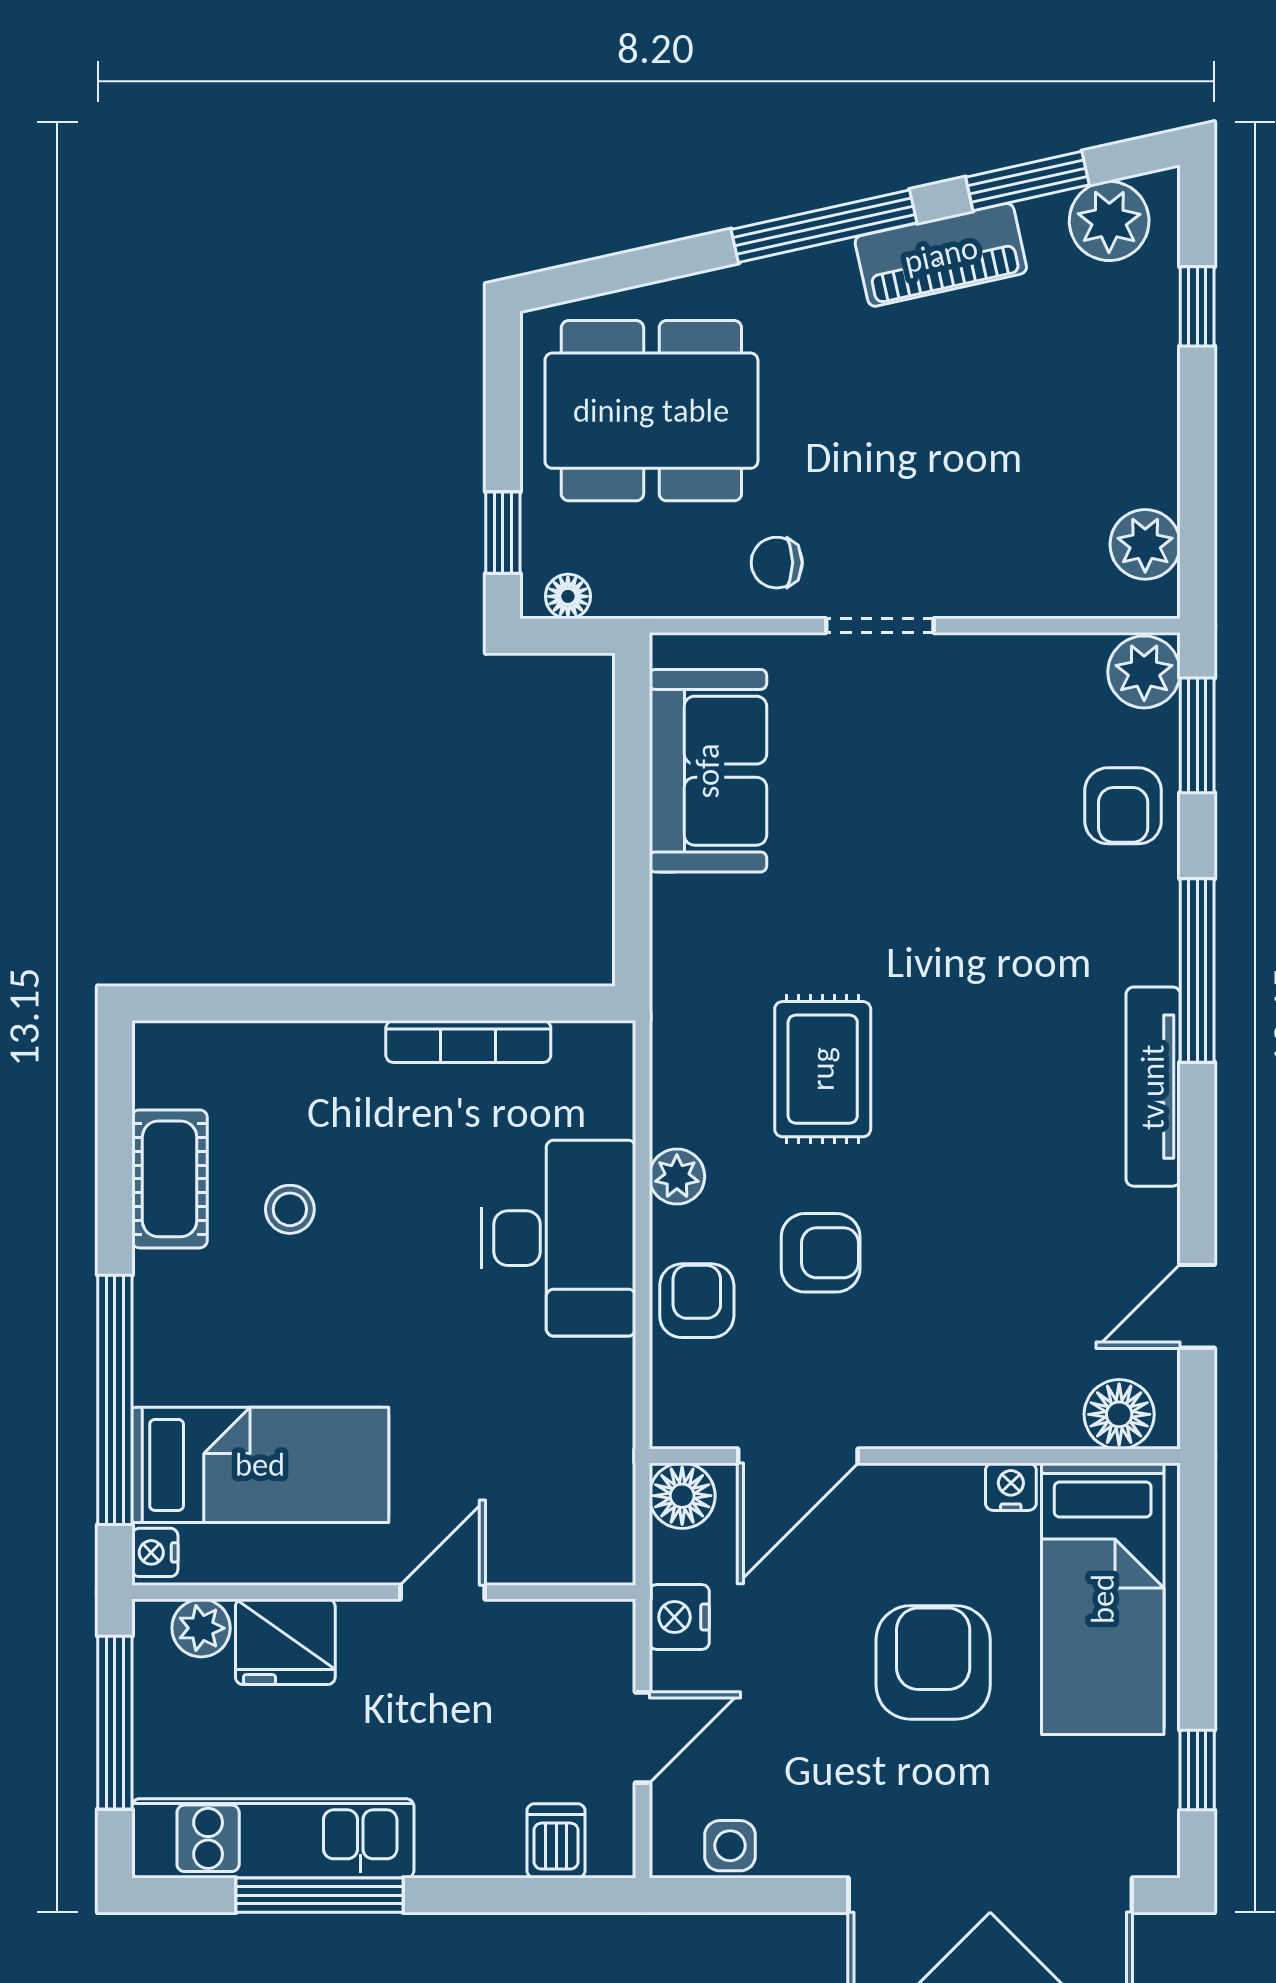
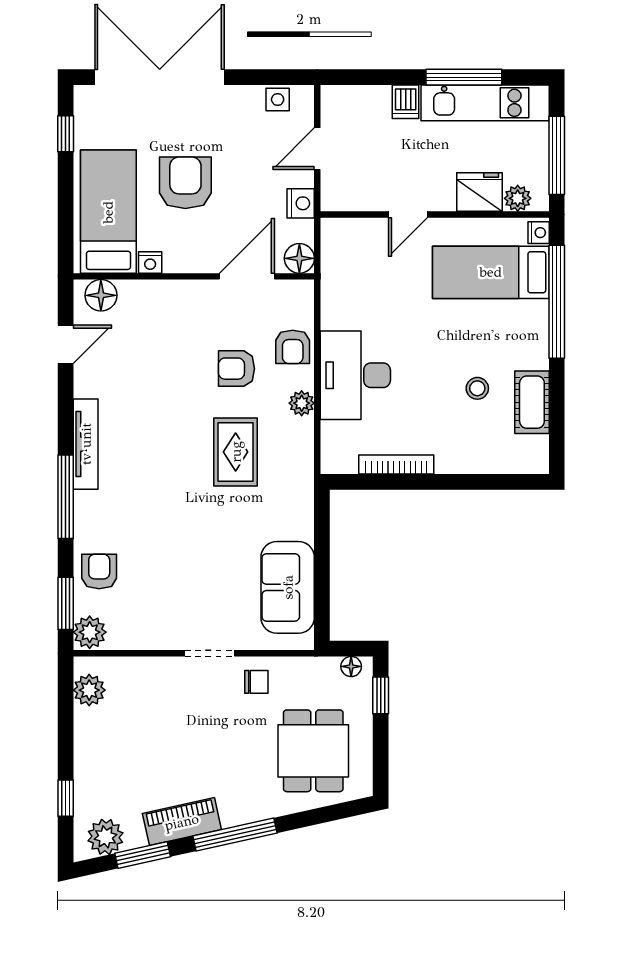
dining table: (651, 411) -> (313, 751), width x0.73
armchair: (933, 1662) -> (185, 183), turned 180
dishwasher: (556, 1841) -> (406, 102), moved

